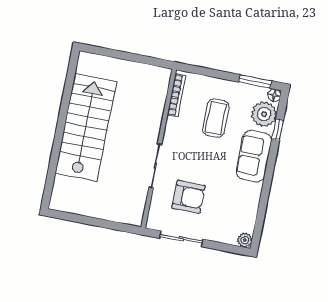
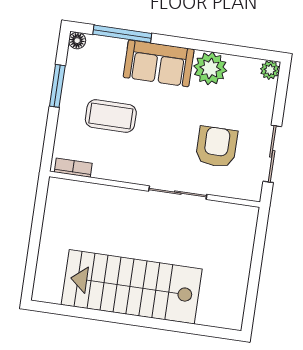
window: (255, 81) -> (57, 86), moved
bookcase: (177, 95) -> (73, 168), width x0.64
plant: (264, 114) -> (210, 68), moved
window: (278, 130) -> (122, 34), width x2.17

